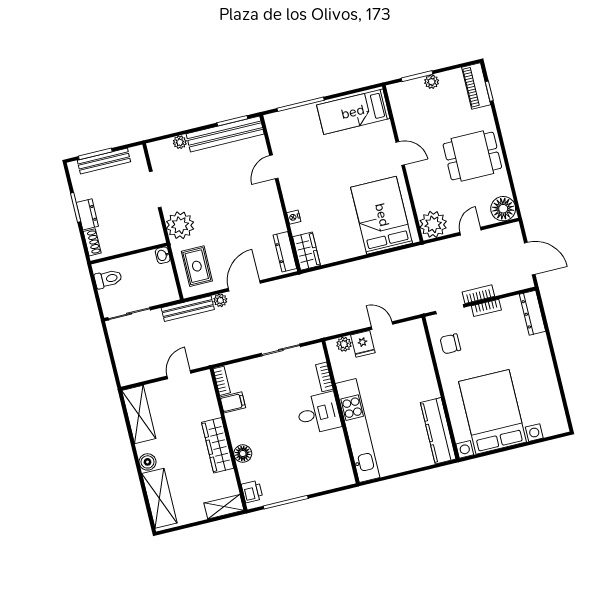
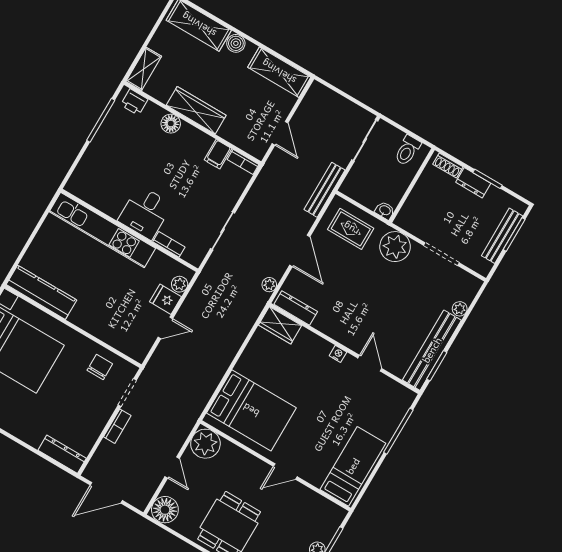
nightstand: (294, 217) -> (338, 354), moved
plant: (220, 300) -> (269, 285), moved
bookcase: (486, 308) -> (101, 422), removed

